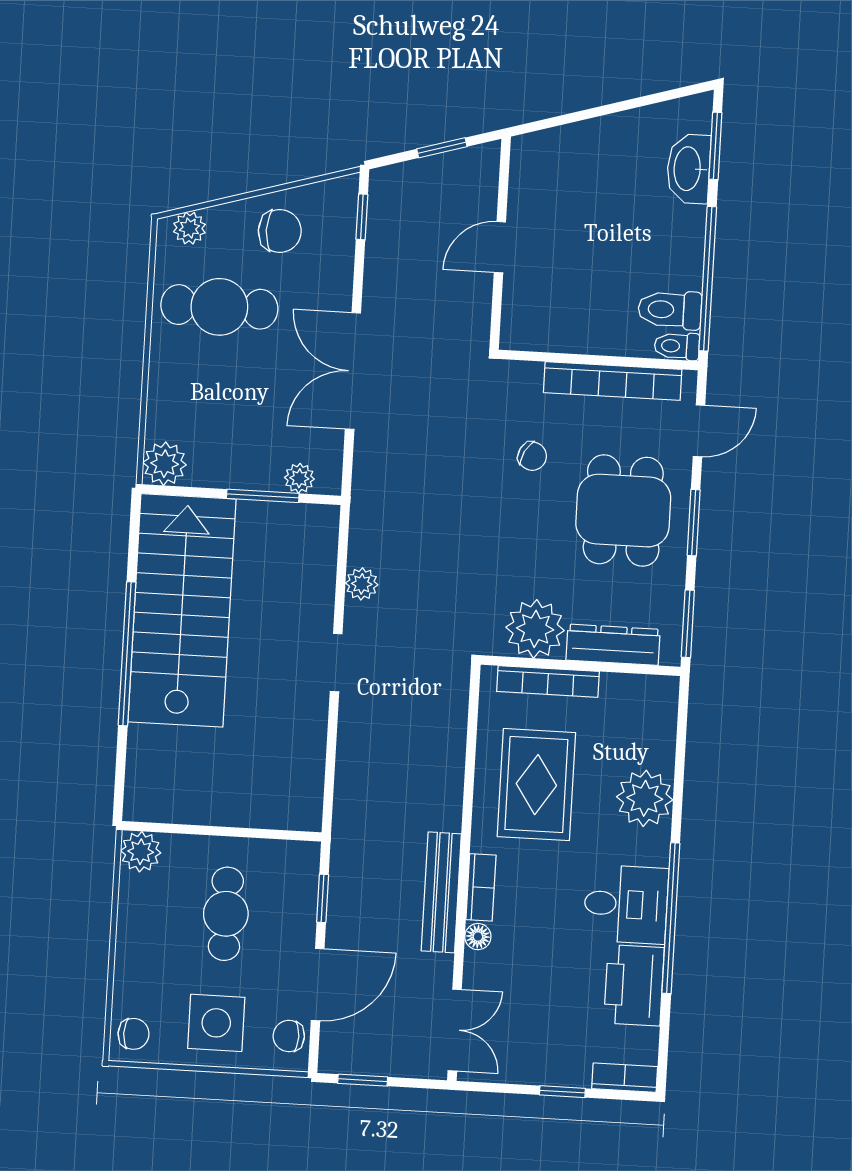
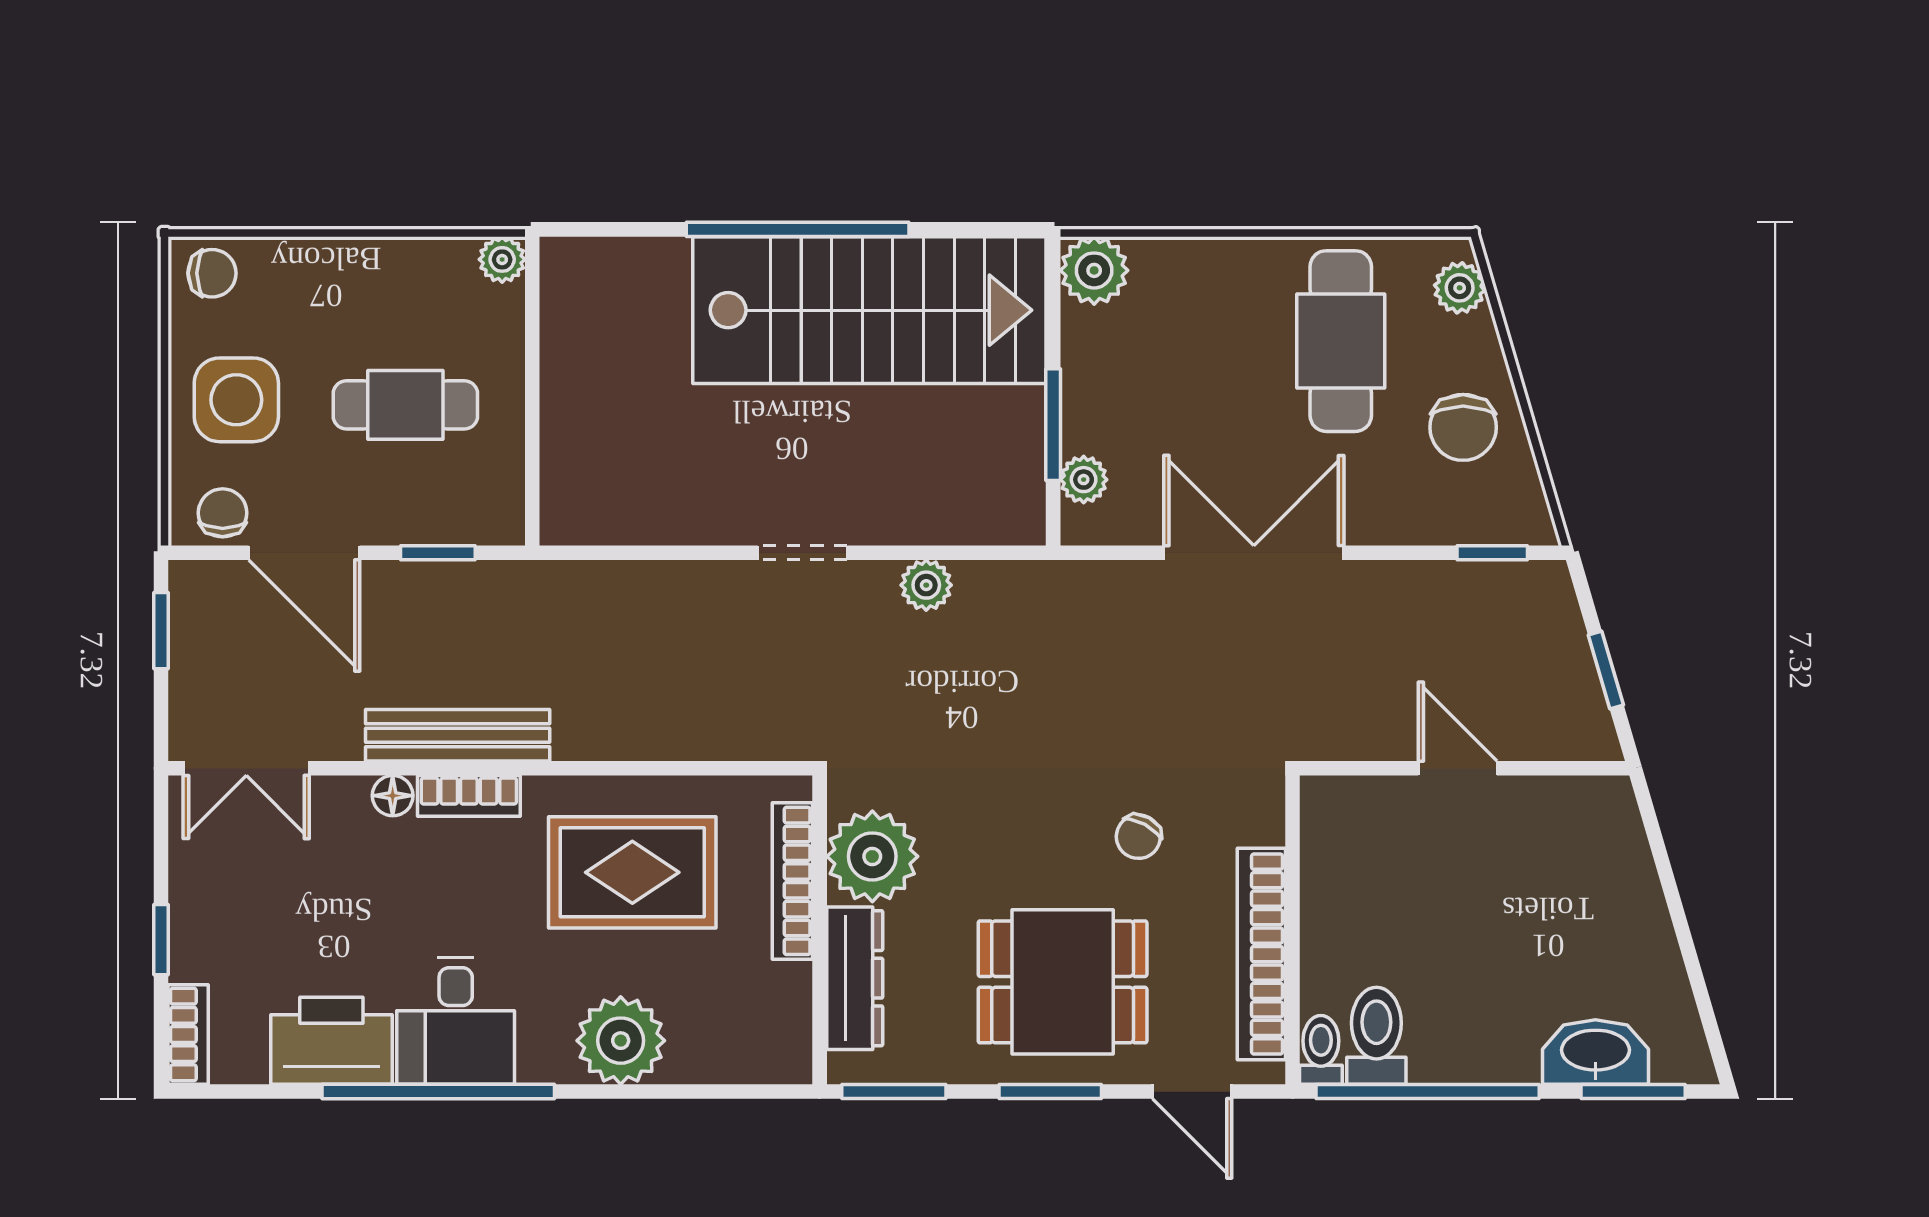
plant: (141, 852) -> (502, 259), width x0.73, depth x0.73
chair: (134, 1034) -> (212, 273), turned -90

